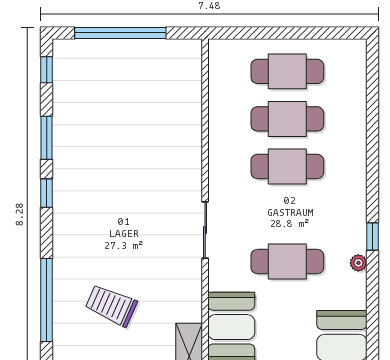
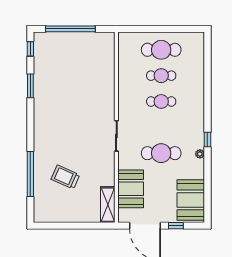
cafe table: (287, 119) -> (161, 76), width x0.73, depth x0.74
cafe table: (287, 166) -> (161, 101), width x0.73, depth x0.74
window: (47, 193) -> (30, 116), removed

